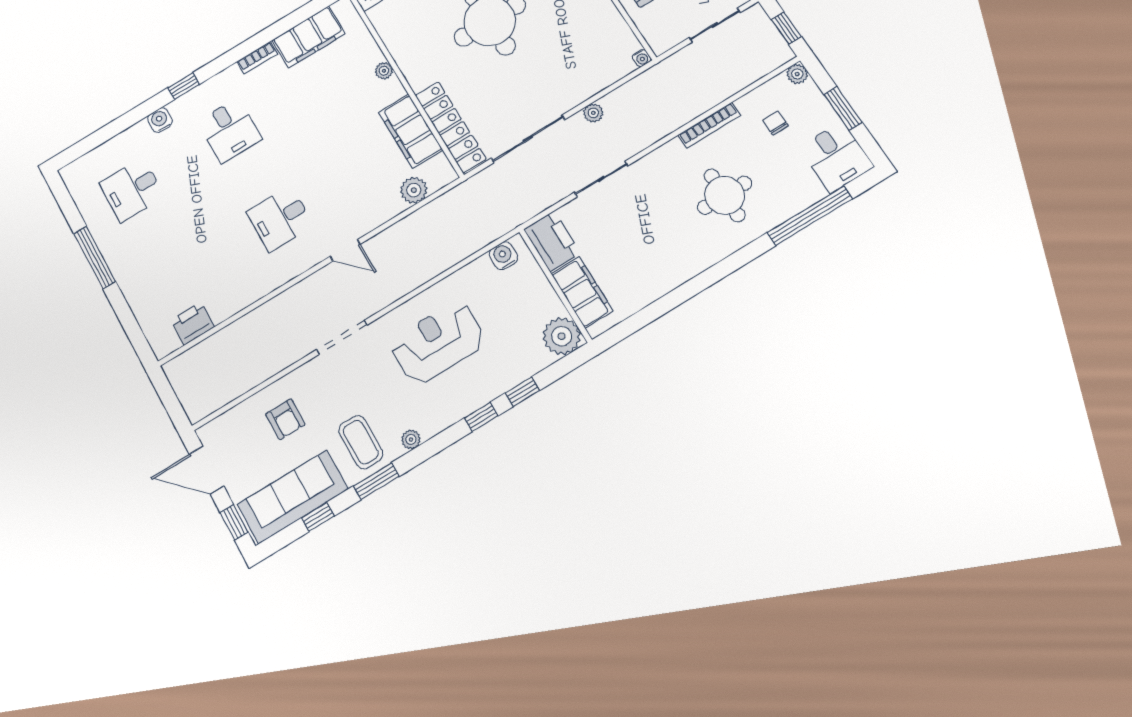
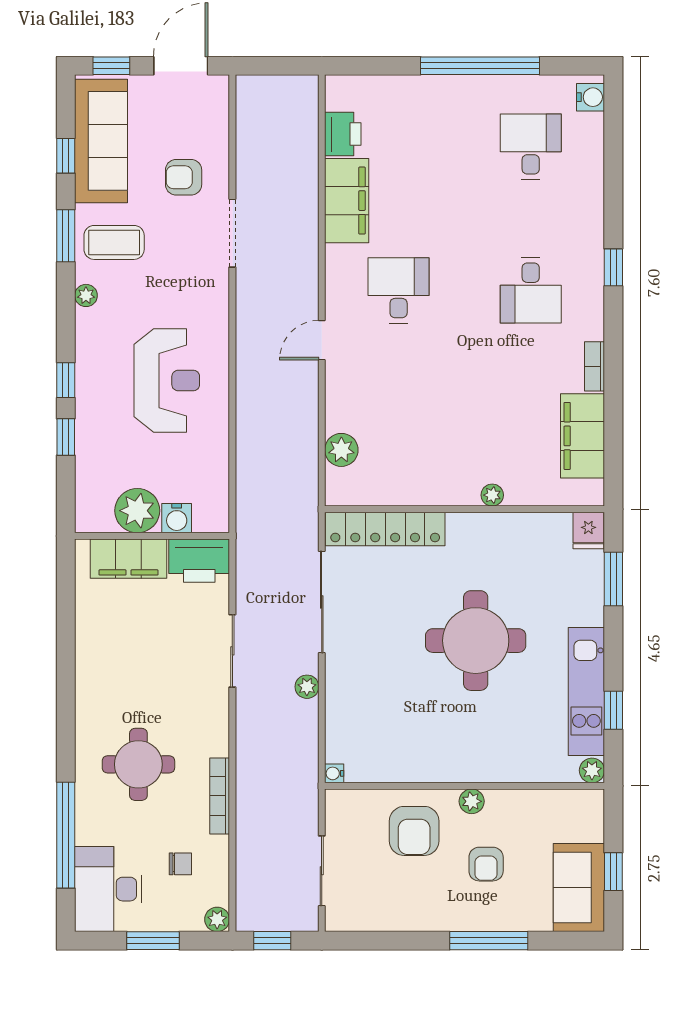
water cooler: (160, 120) -> (591, 97), moved
desk: (230, 130) -> (531, 290), turned -90
filing cabinet: (411, 131) -> (347, 201), moved, turned 90
desk: (836, 157) -> (108, 889), width x1.37
water cooler: (503, 256) -> (177, 518), moved, turned 90
window: (95, 257) -> (480, 66), width x1.46
plant: (562, 336) -> (137, 511), moved
doorway: (342, 337) -> (232, 233), moved

